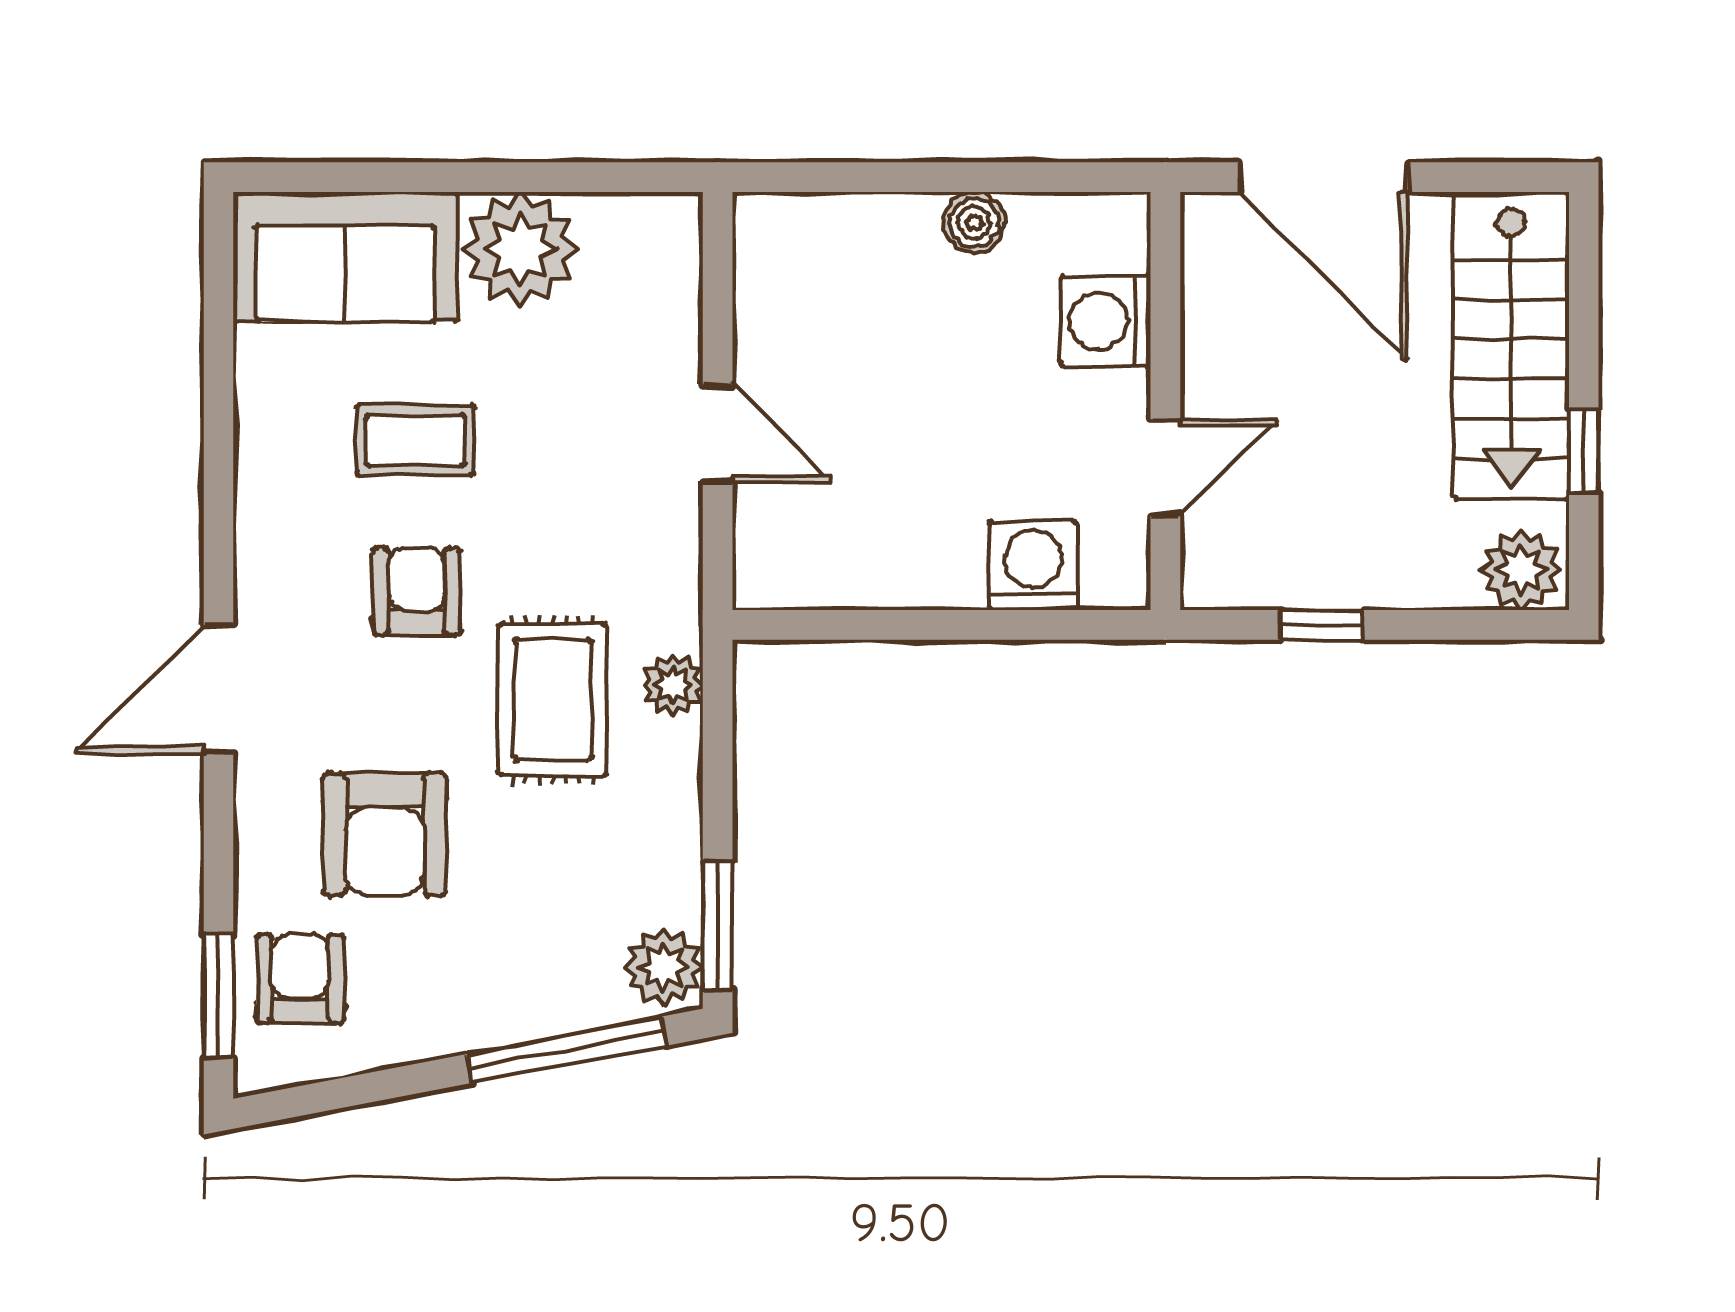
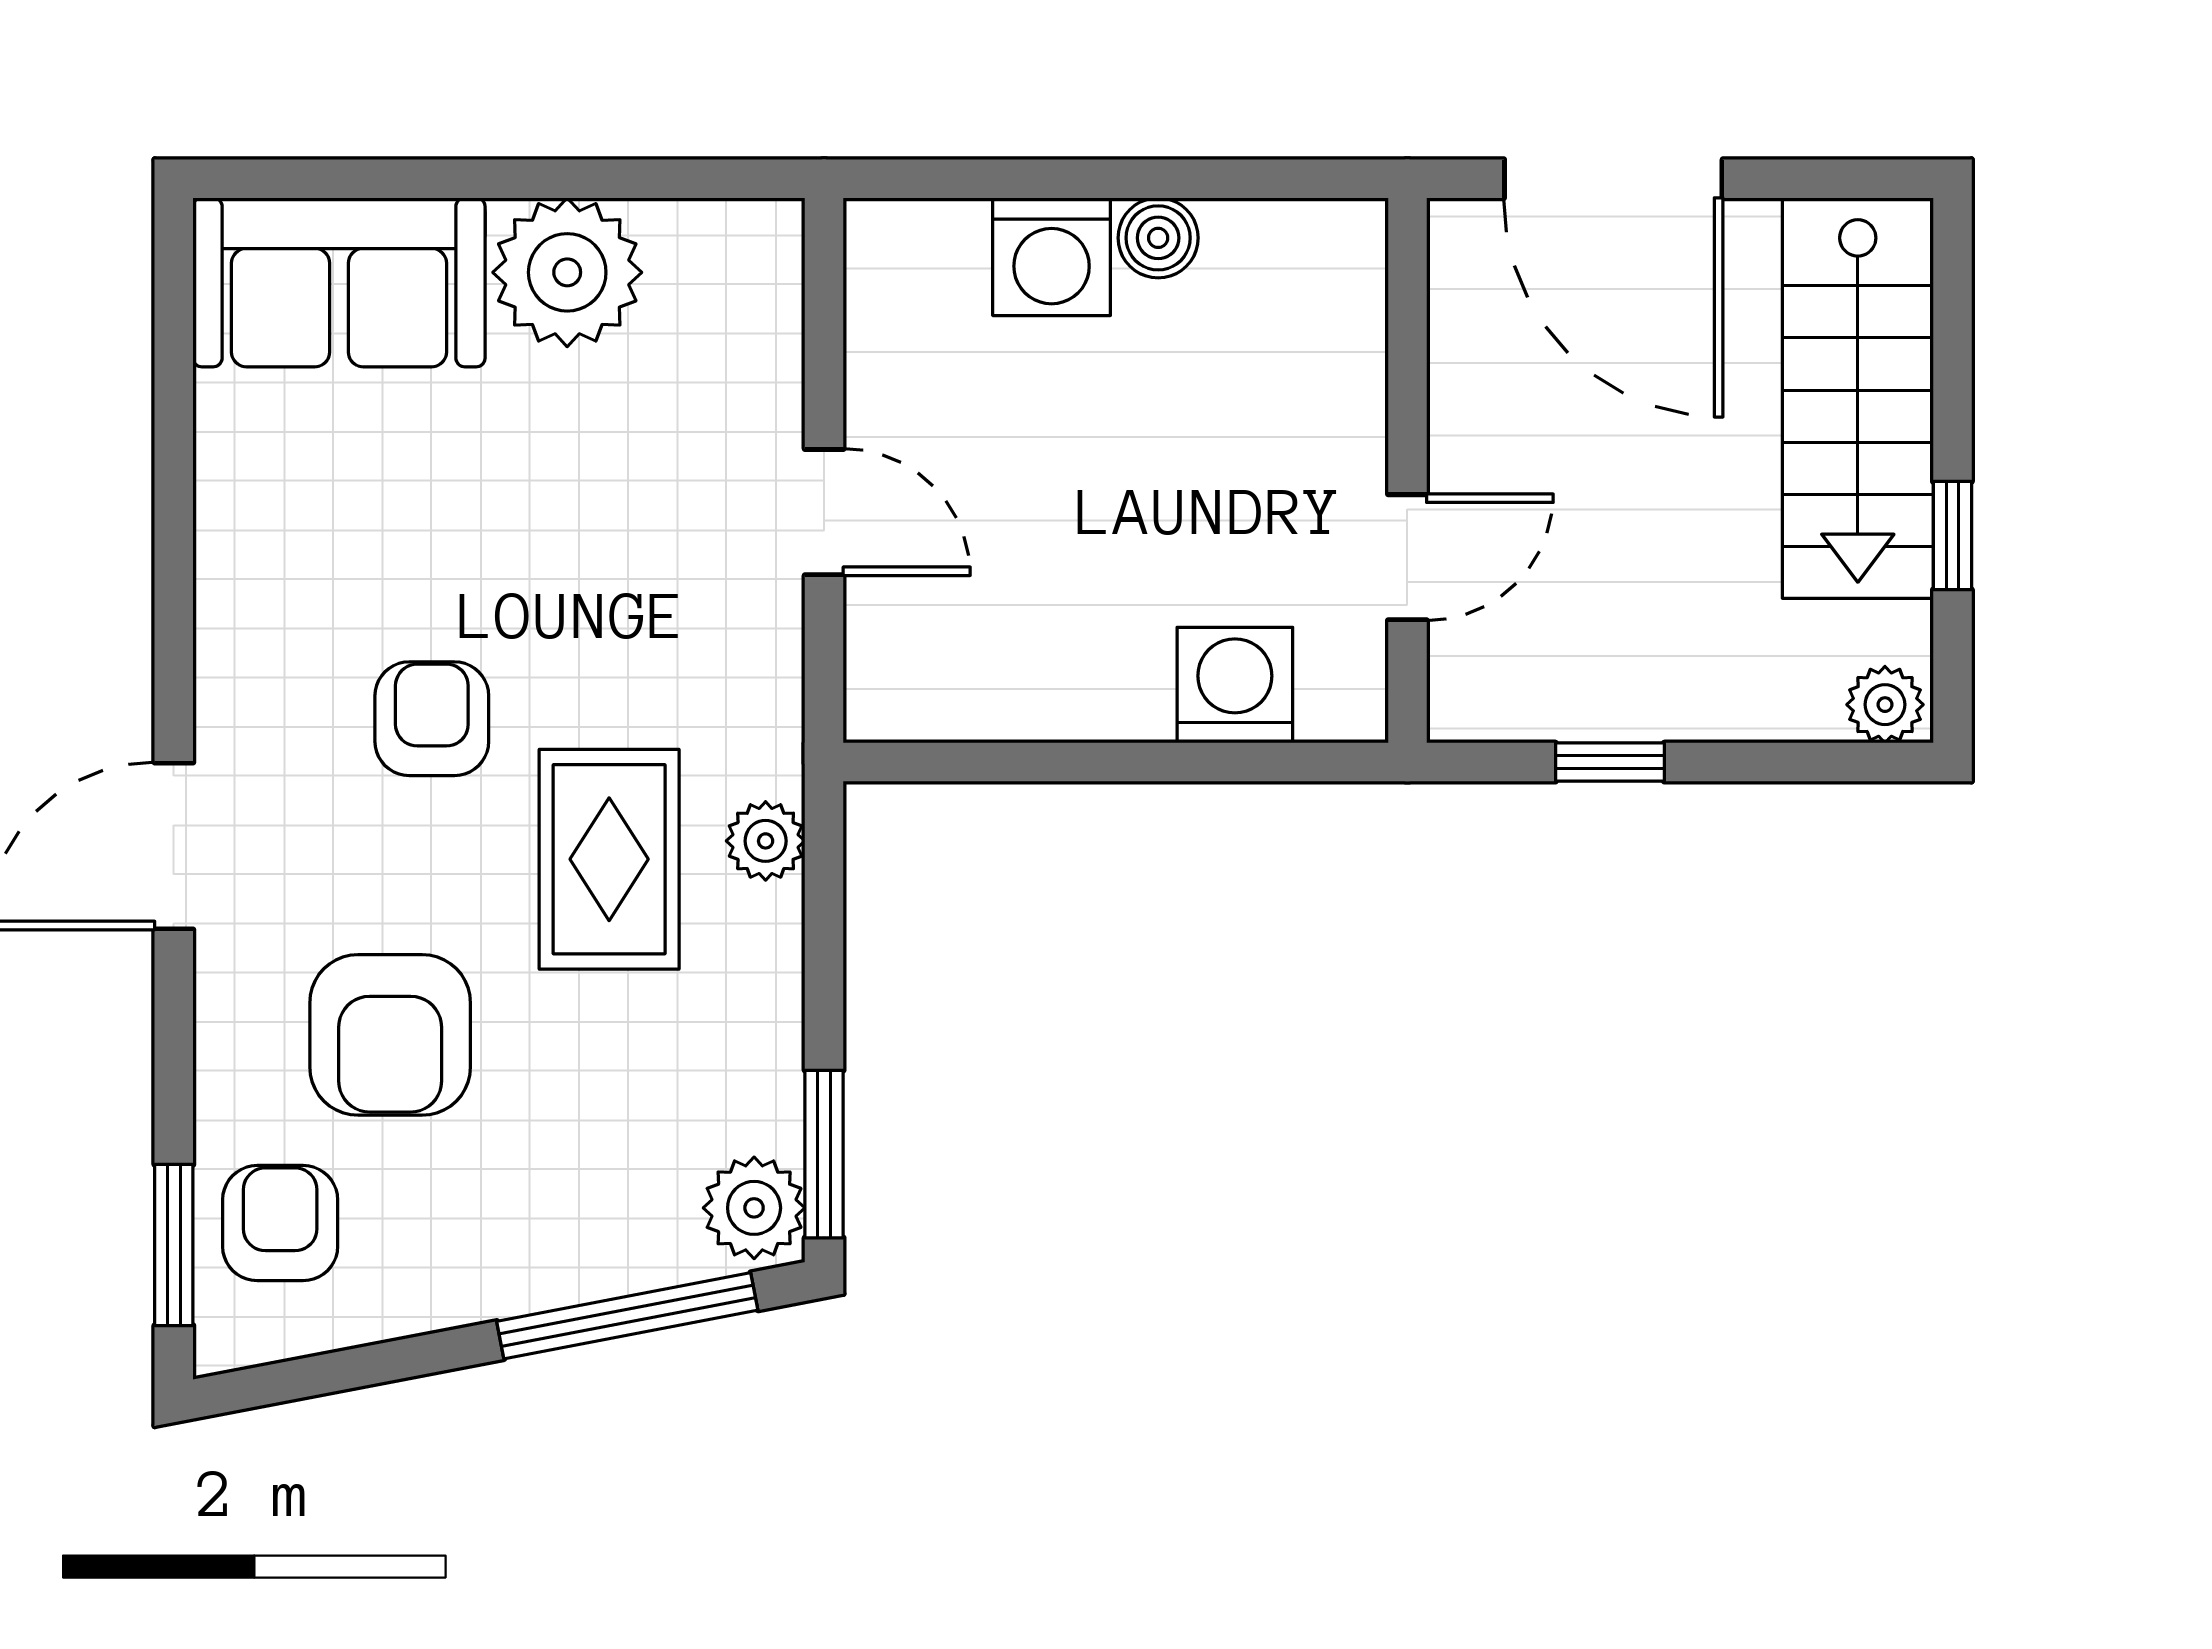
washing machine: (1106, 321) -> (1052, 257), moved, turned -90
coffee table: (415, 440) -> (430, 521), removed
plant: (1521, 570) -> (1885, 705), width x0.73, depth x0.73

